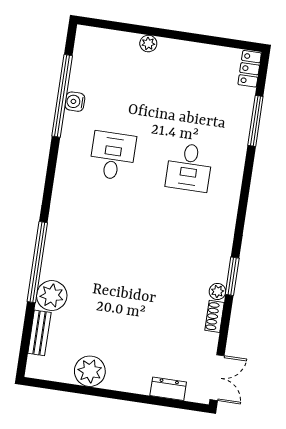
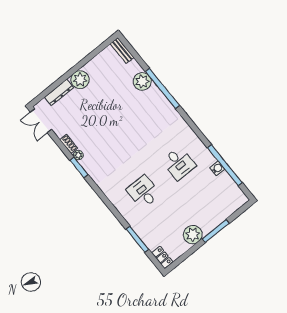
window: (155, 32) -> (216, 231), added
plant: (148, 43) -> (193, 235), moved, width x1.88, depth x1.88
bench: (39, 333) -> (122, 51), moved
plant: (90, 371) -> (80, 80), moved
dresser: (168, 389) -> (59, 92), width x1.44

